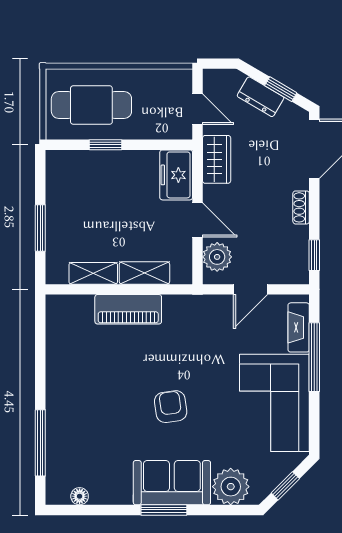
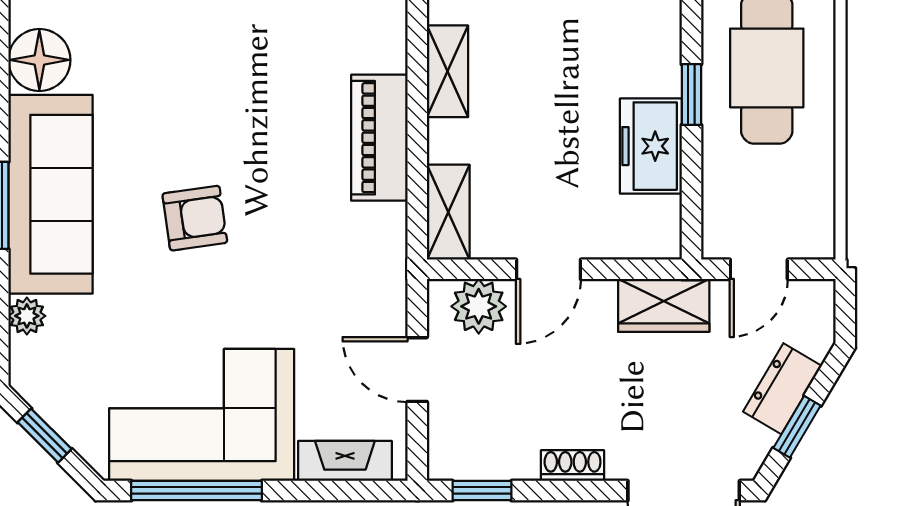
freezer: (176, 175) -> (651, 146), moved, turned -90
shelving: (144, 273) -> (448, 212), moved
window: (314, 357) -> (196, 491), moved
sofa: (172, 483) -> (51, 194), width x1.36
plant: (231, 487) -> (27, 316), width x0.53, depth x0.53
floor lamp: (80, 496) -> (39, 60), width x1.89, depth x1.89

